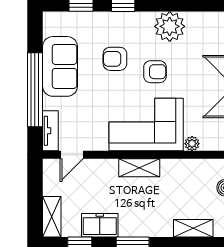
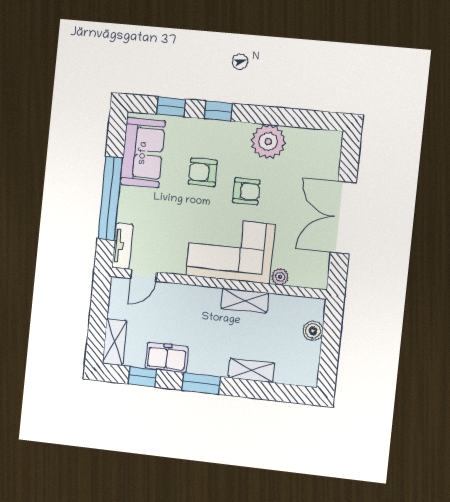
sofa: (60, 66) -> (143, 153), moved
shelving: (139, 168) -> (245, 301), moved
shelving: (193, 228) -> (252, 370), moved

